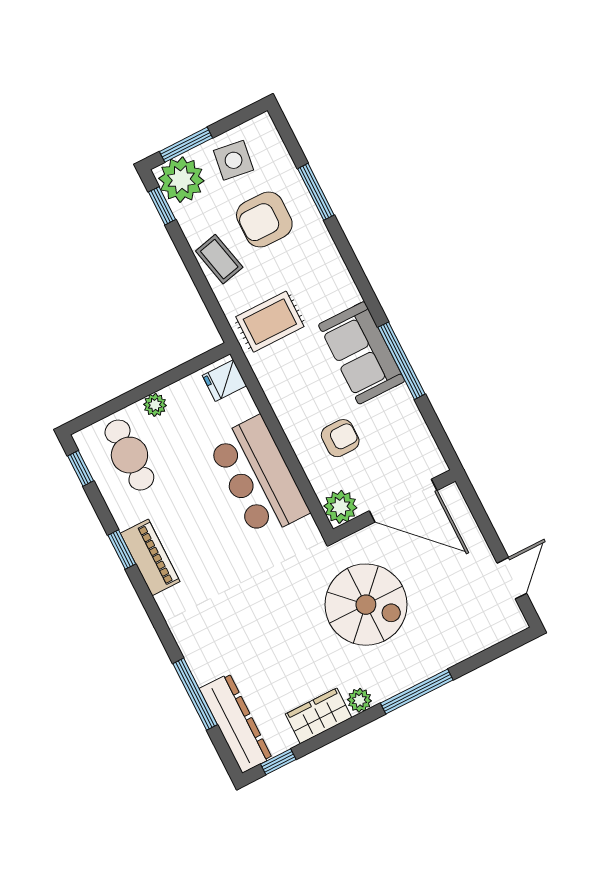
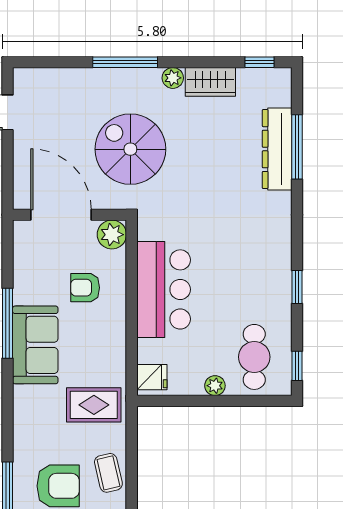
piano: (150, 557) -> (278, 270), removed
dresser: (236, 723) -> (277, 149), moved

